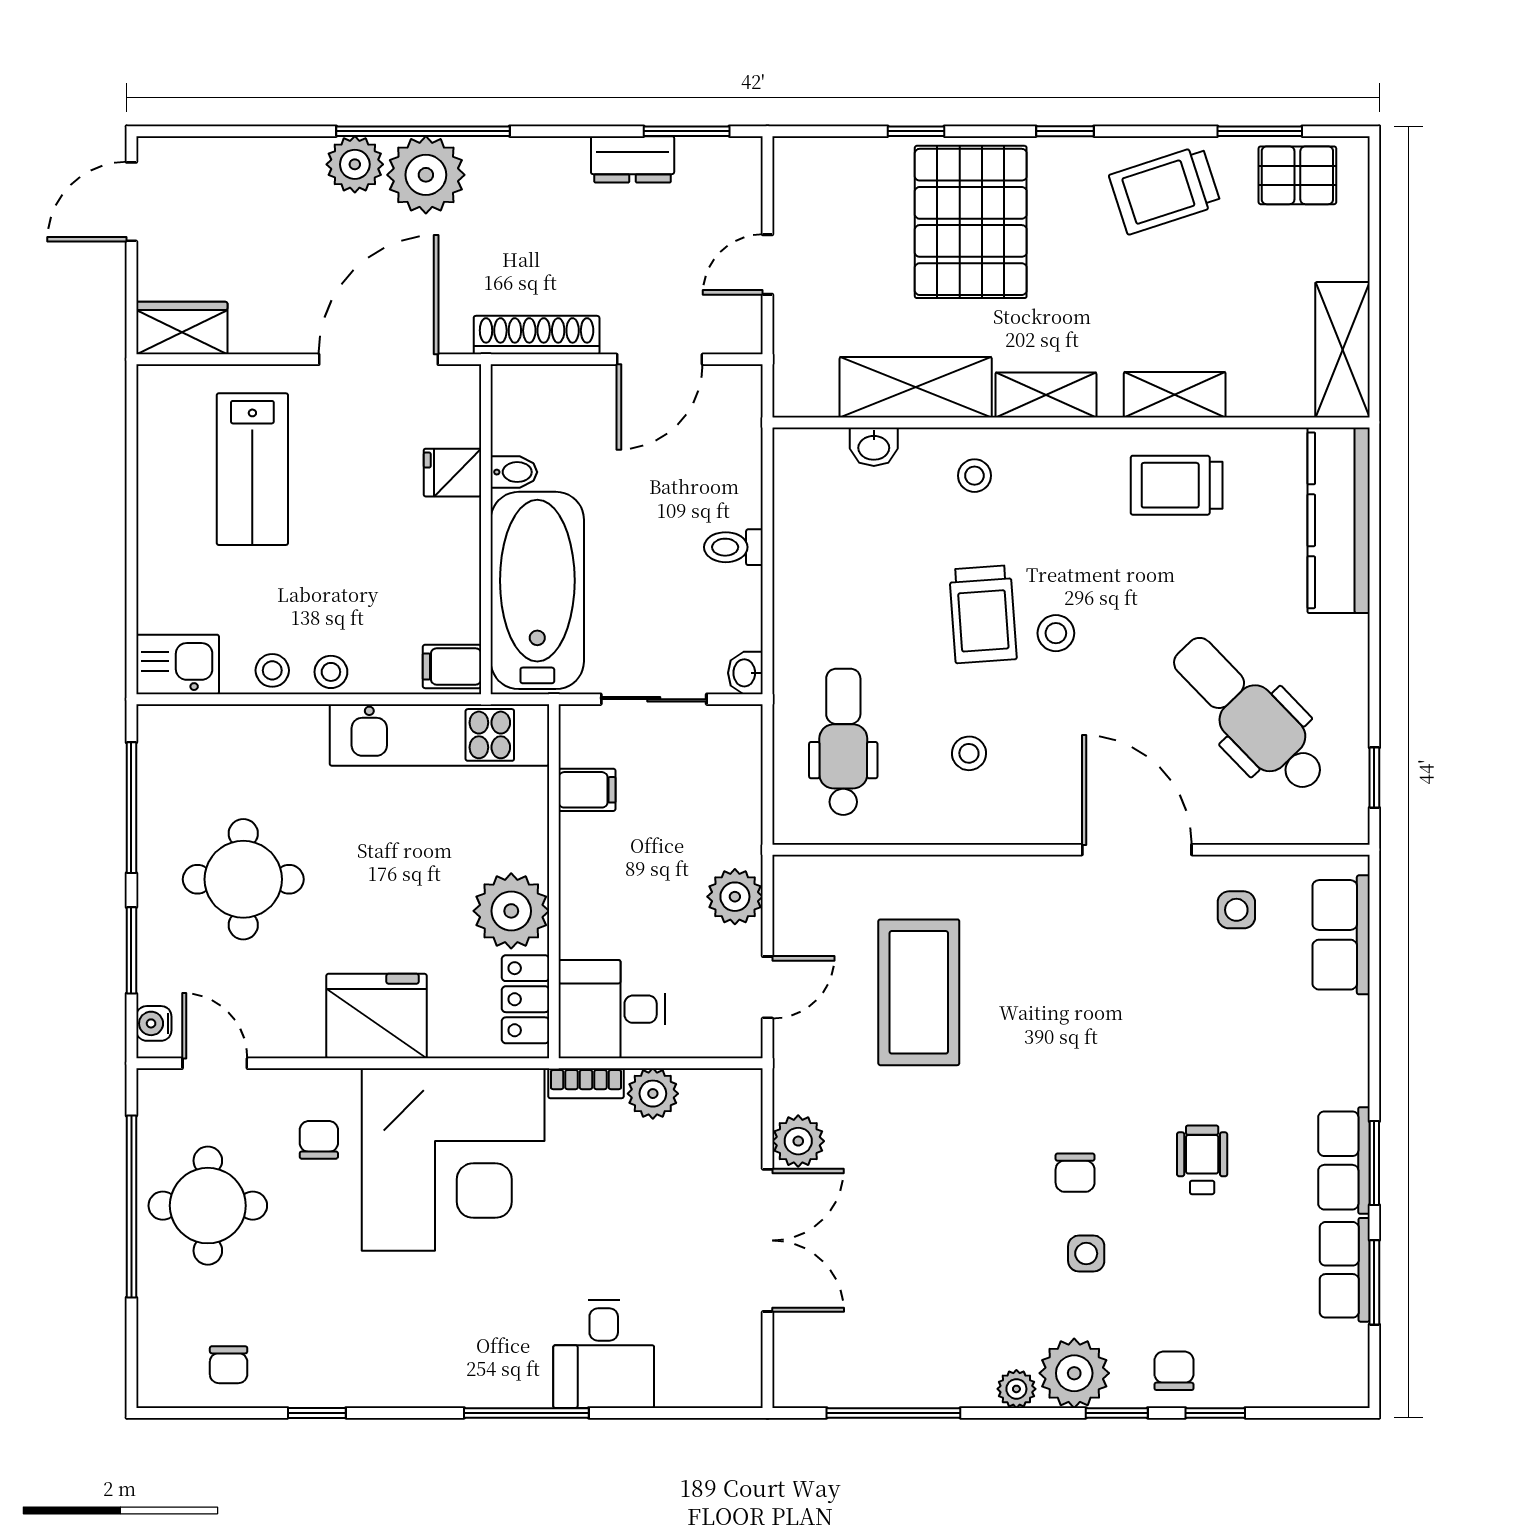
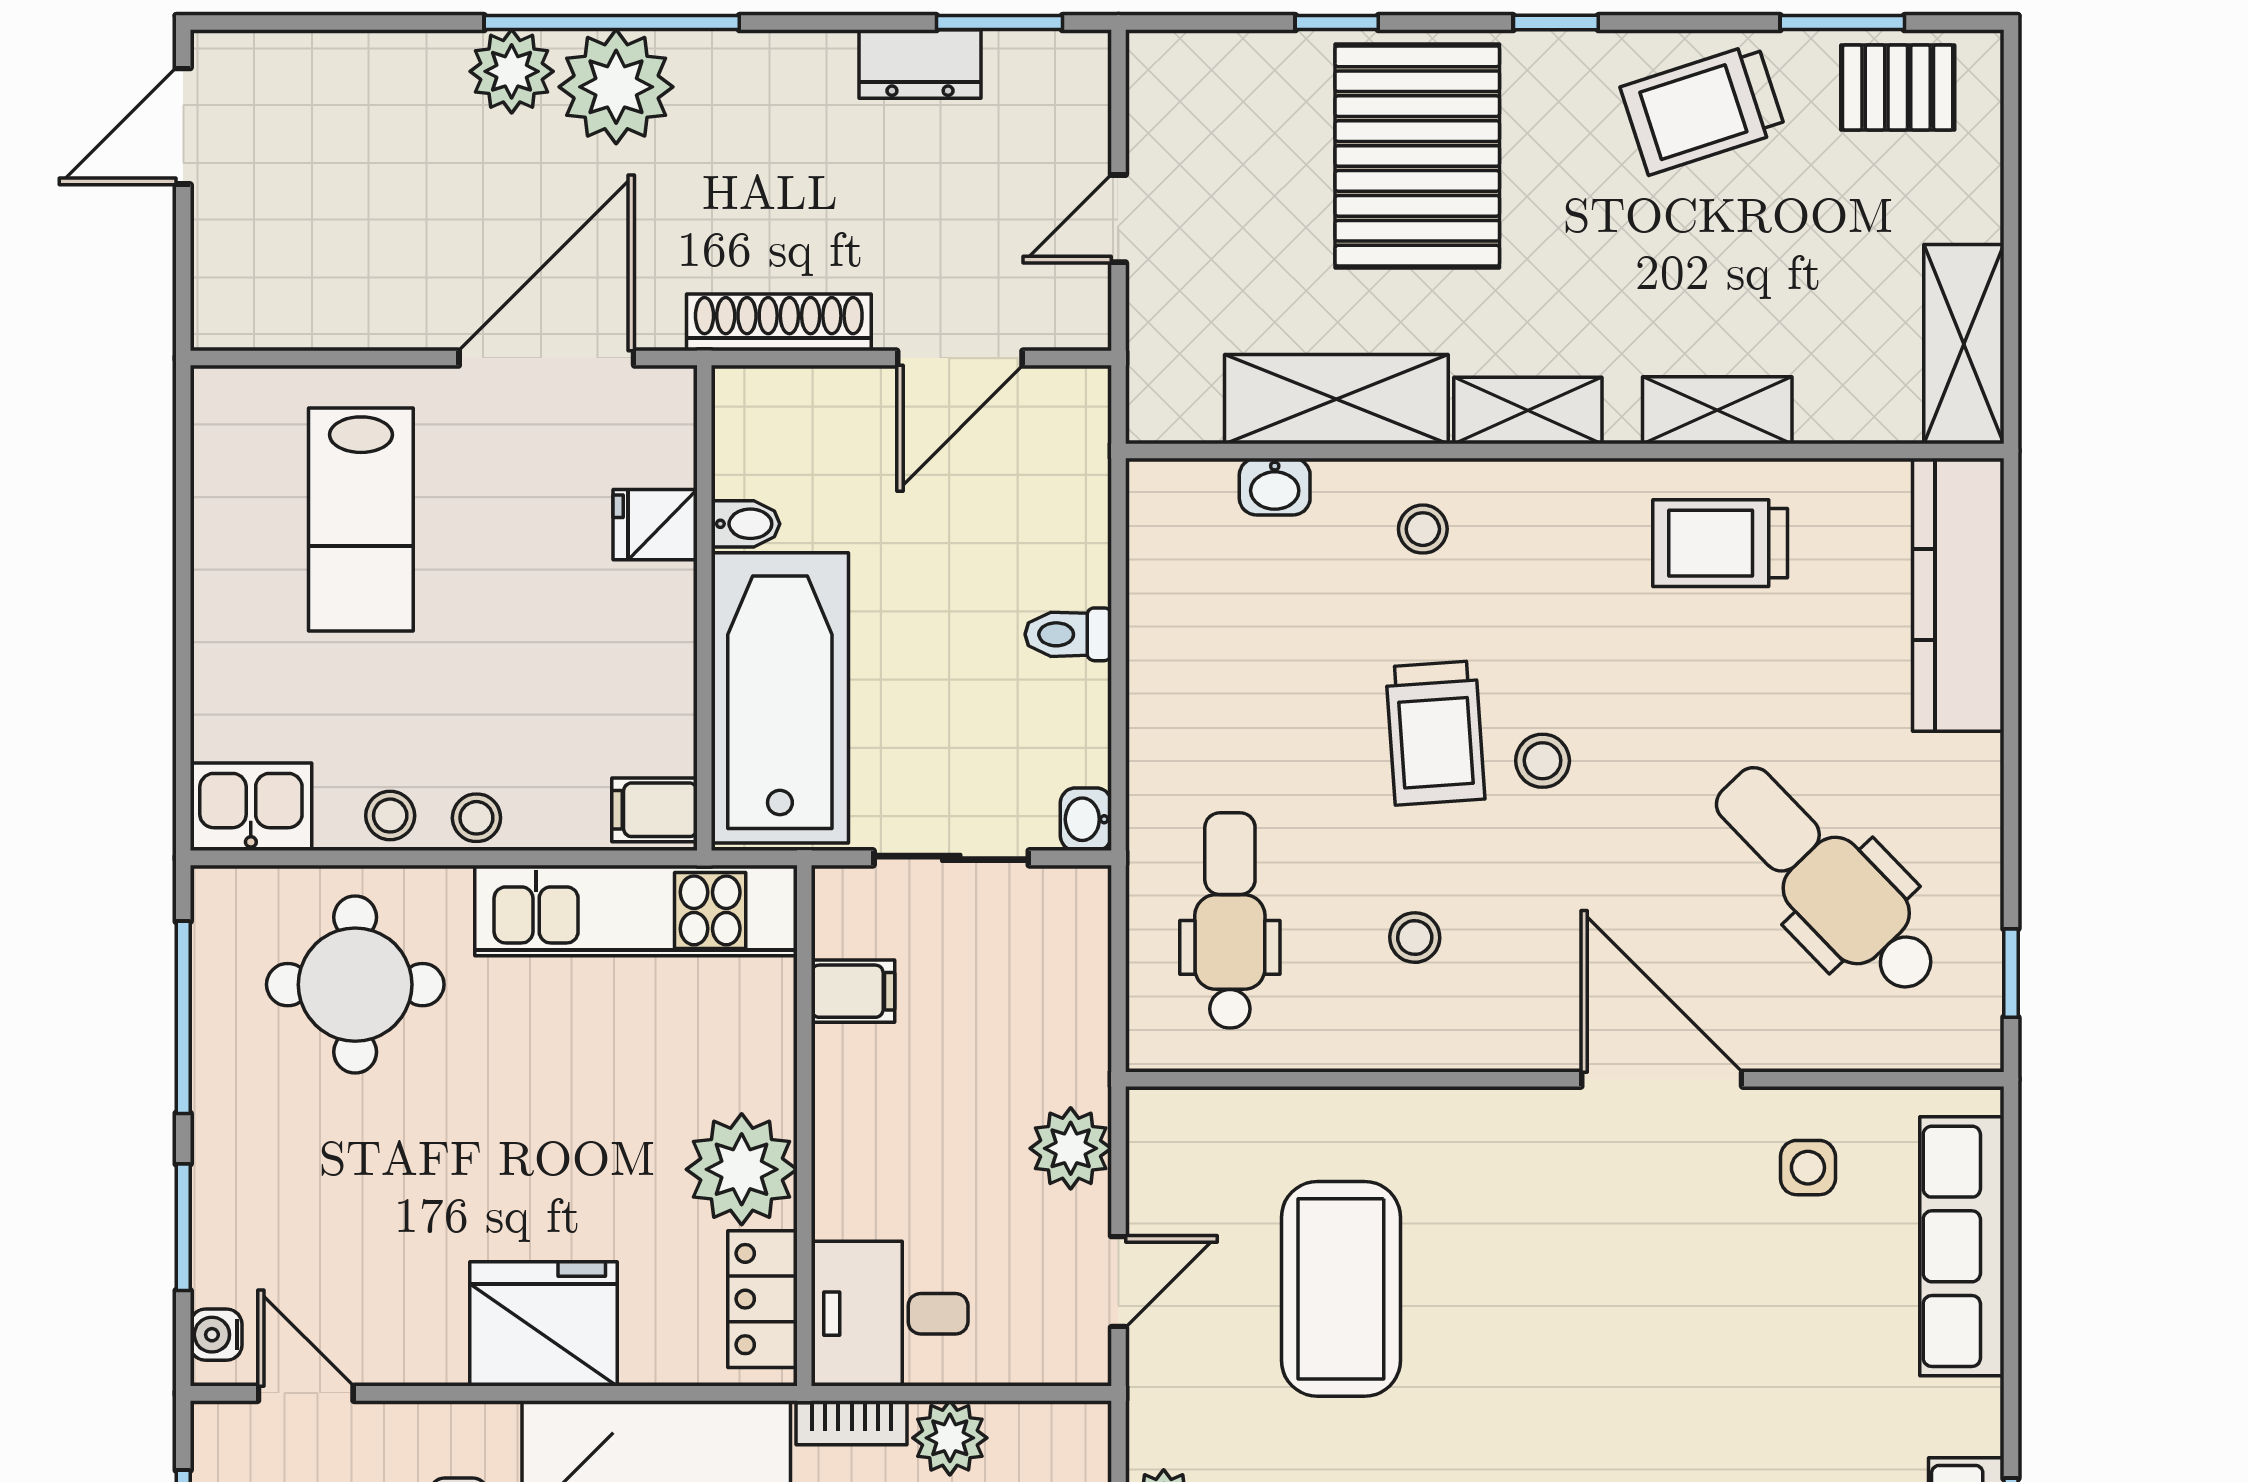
wardrobe: (182, 328) -> (257, 312), removed
round table: (243, 879) -> (355, 985), moved
row of seats: (1341, 935) -> (1962, 1246), width x1.48

